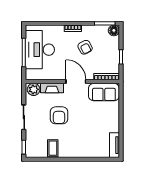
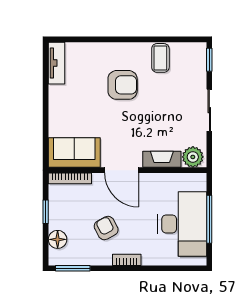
floor lamp: (114, 30) -> (58, 239), moved
armchair: (59, 115) -> (123, 85), moved, turned 90

